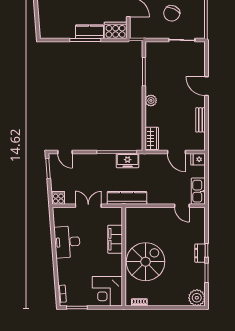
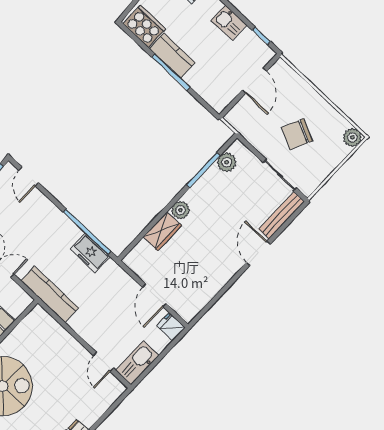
cooker: (116, 30) -> (144, 26), moved
kitchen counter: (90, 32) -> (172, 56), moved
plant: (151, 58) -> (227, 162), added
bench: (201, 120) -> (282, 215), moved, width x1.36
wardrobe: (152, 138) -> (162, 231), moved

